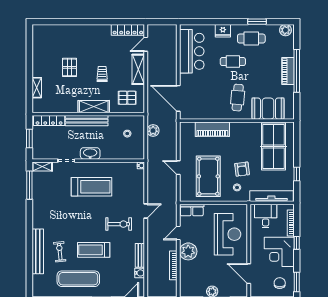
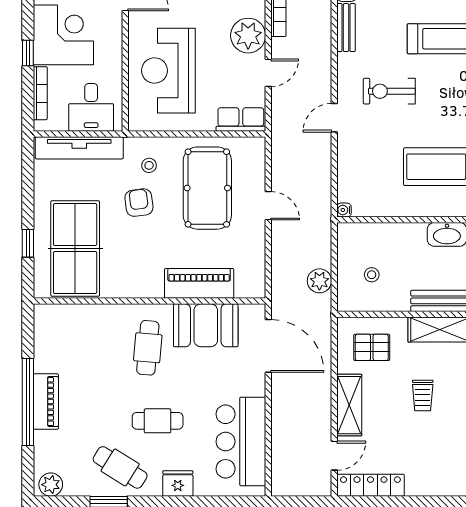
cafe table: (251, 39) -> (120, 467), turned 32
booth: (268, 109) -> (206, 325), moved
window: (297, 174) -> (28, 243), moved

